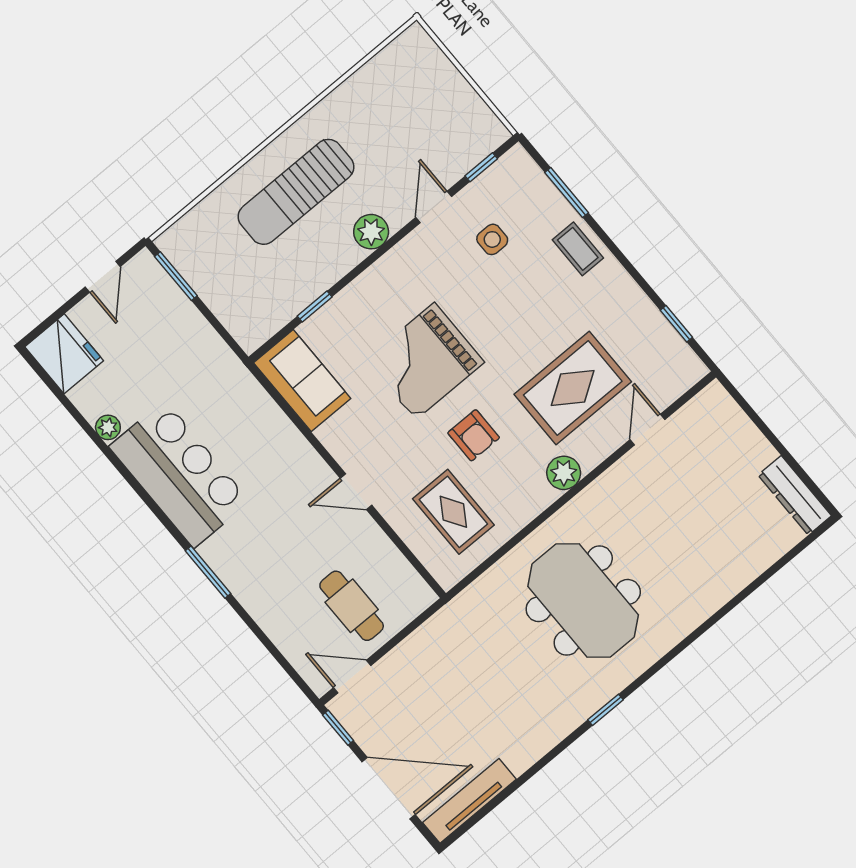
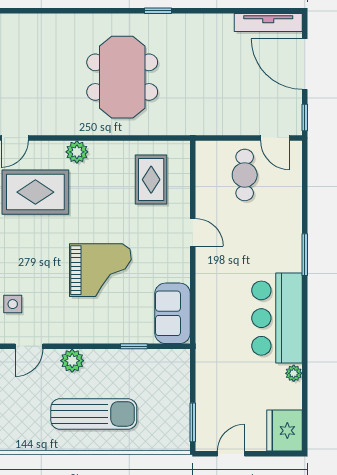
armchair: (474, 435) -> (107, 211), removed

